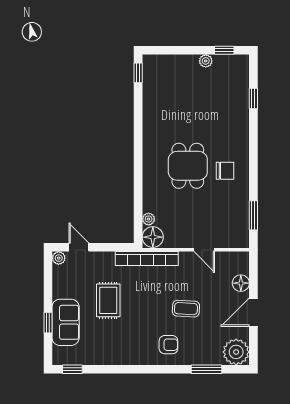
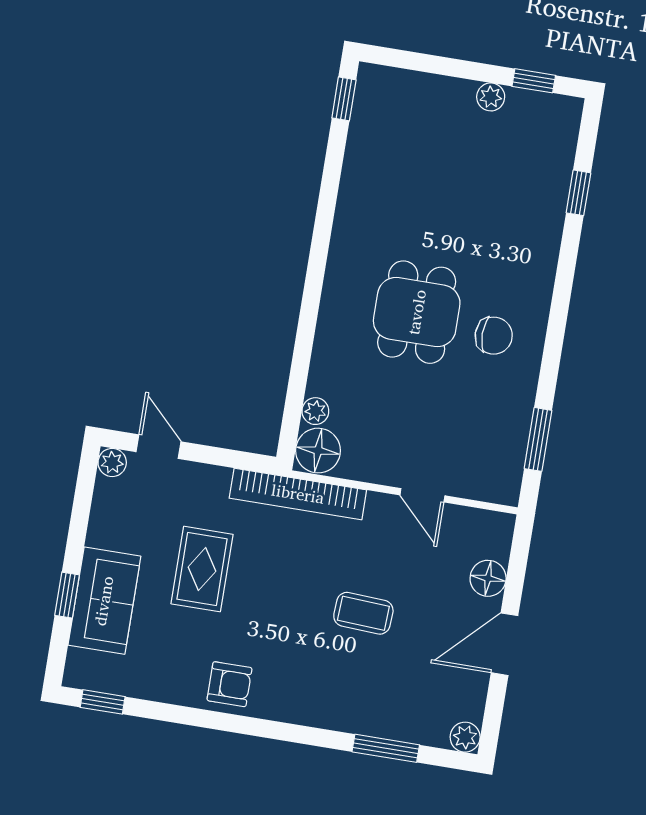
armchair: (168, 345) -> (229, 684), moved
plant: (236, 352) -> (465, 737), width x0.53, depth x0.53

